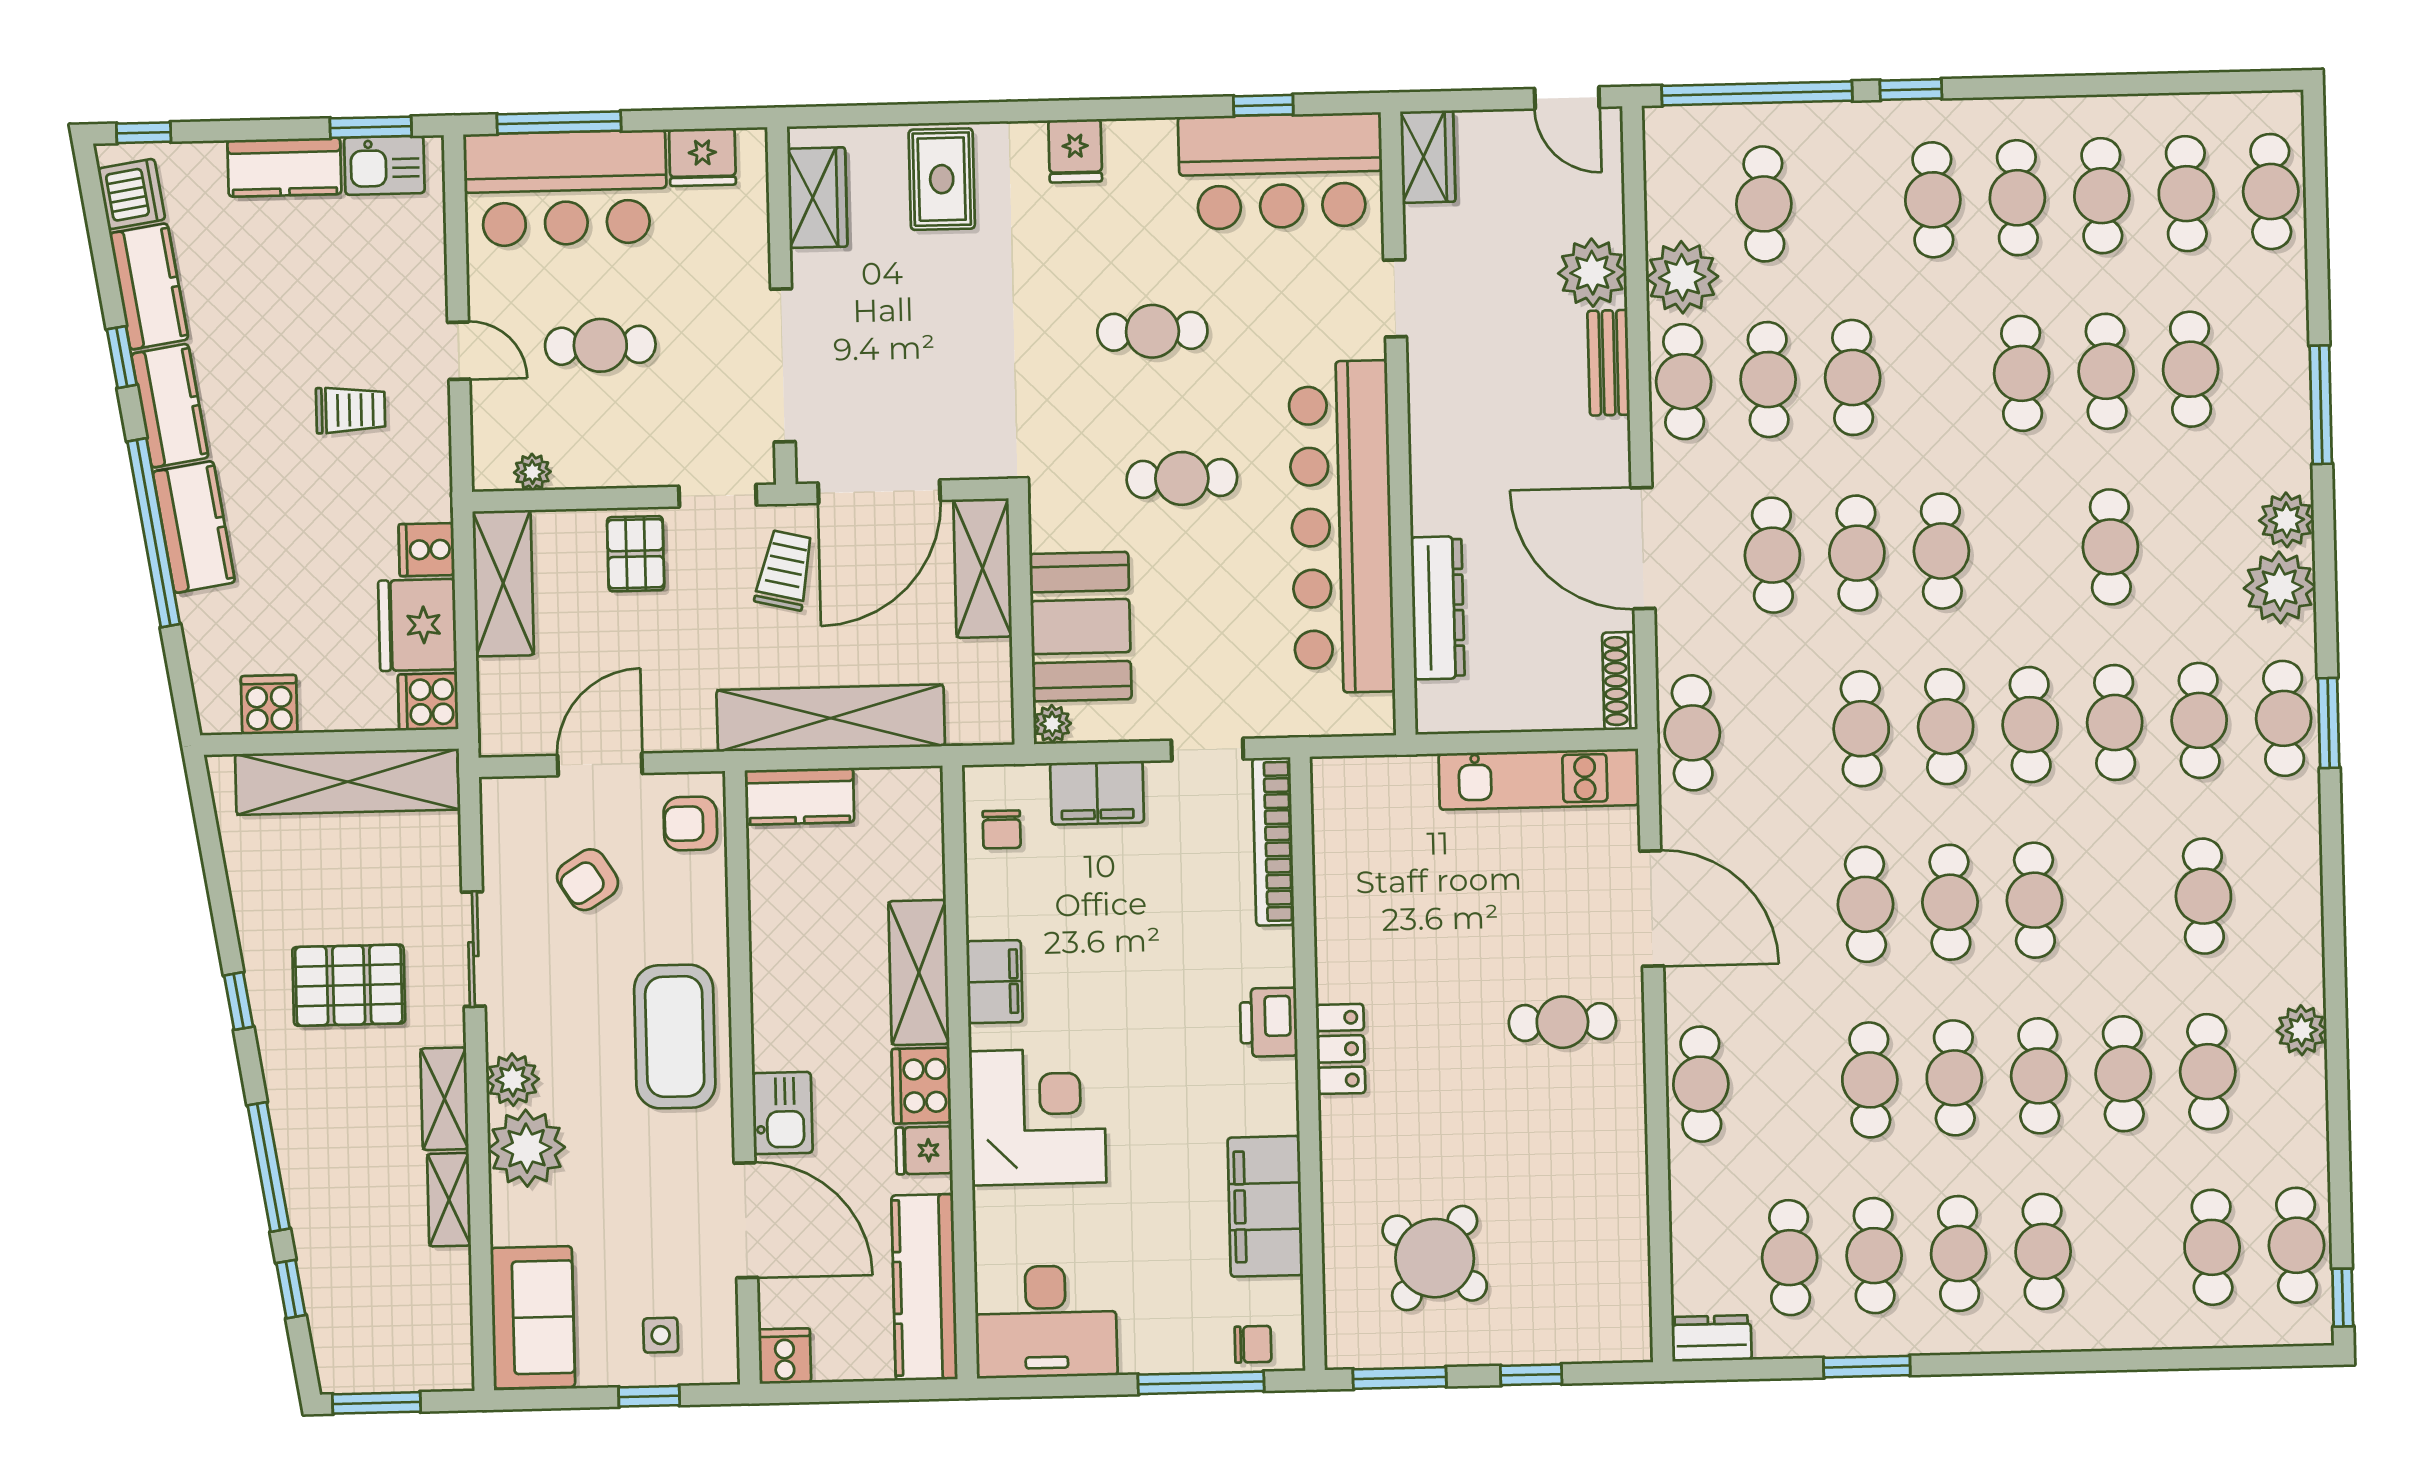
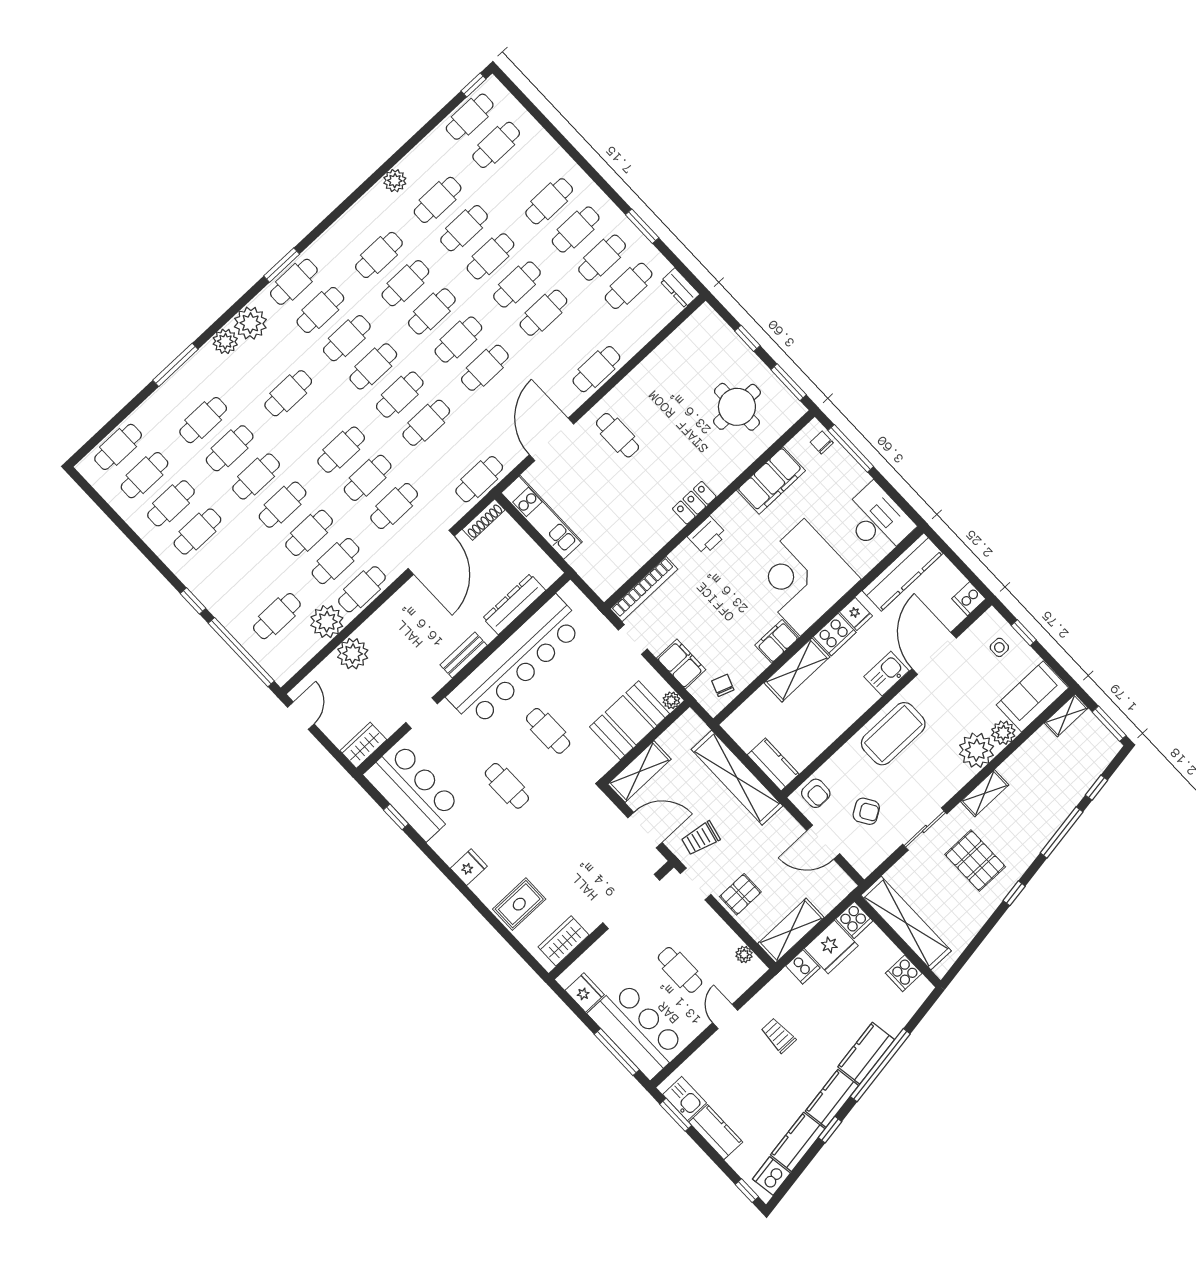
cafe table: (1933, 200) -> (283, 505), moved
bench: (1609, 363) -> (464, 655), moved
door: (879, 492) -> (645, 830), width x0.73
chair: (1002, 829) -> (723, 685), turned -70
cafe table: (2119, 898) -> (405, 283), added
plant: (513, 1080) -> (1003, 733), moved
corner desk: (1038, 1117) -> (802, 577), width x1.36, depth x1.36
shelving: (449, 1200) -> (1066, 715), moved
round table: (1435, 1258) -> (737, 407), turned -38

